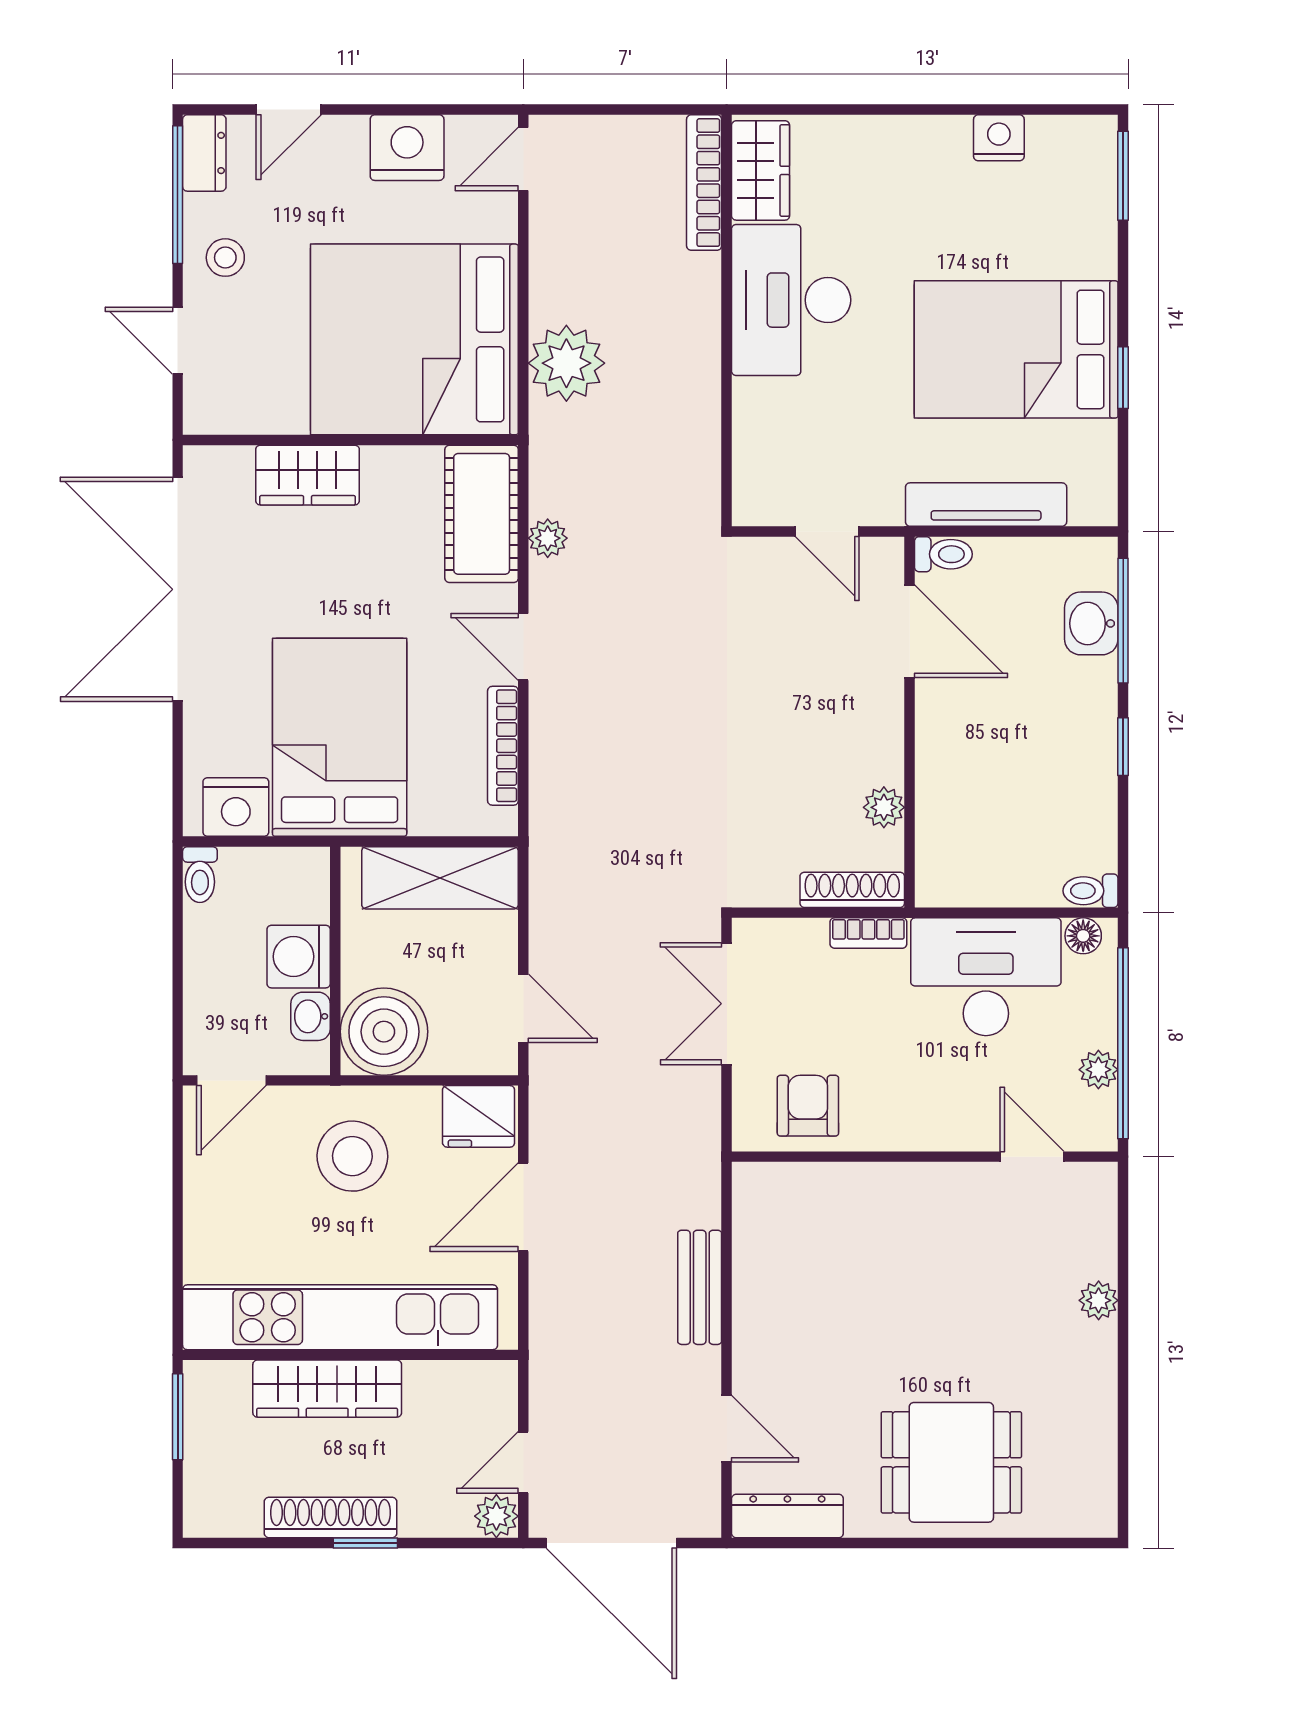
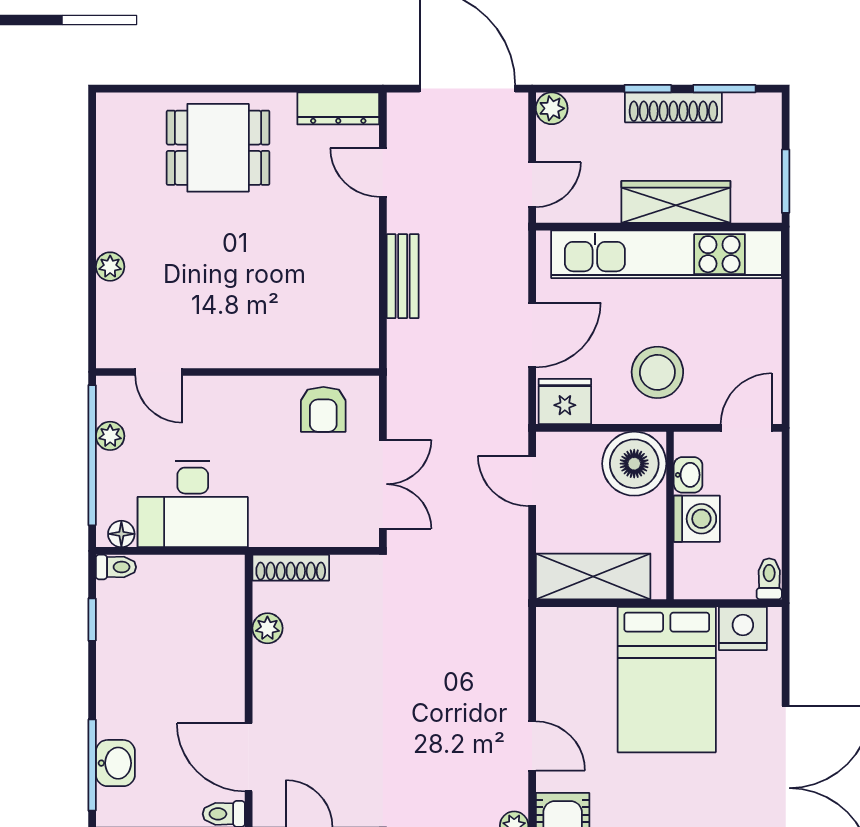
bookcase: (503, 746) -> (547, 673), removed
window: (1123, 747) -> (92, 620), moved
bookcase: (868, 933) -> (279, 536), removed
door: (523, 1462) -> (532, 185), moved
window: (261, 1543) -> (724, 89), added

